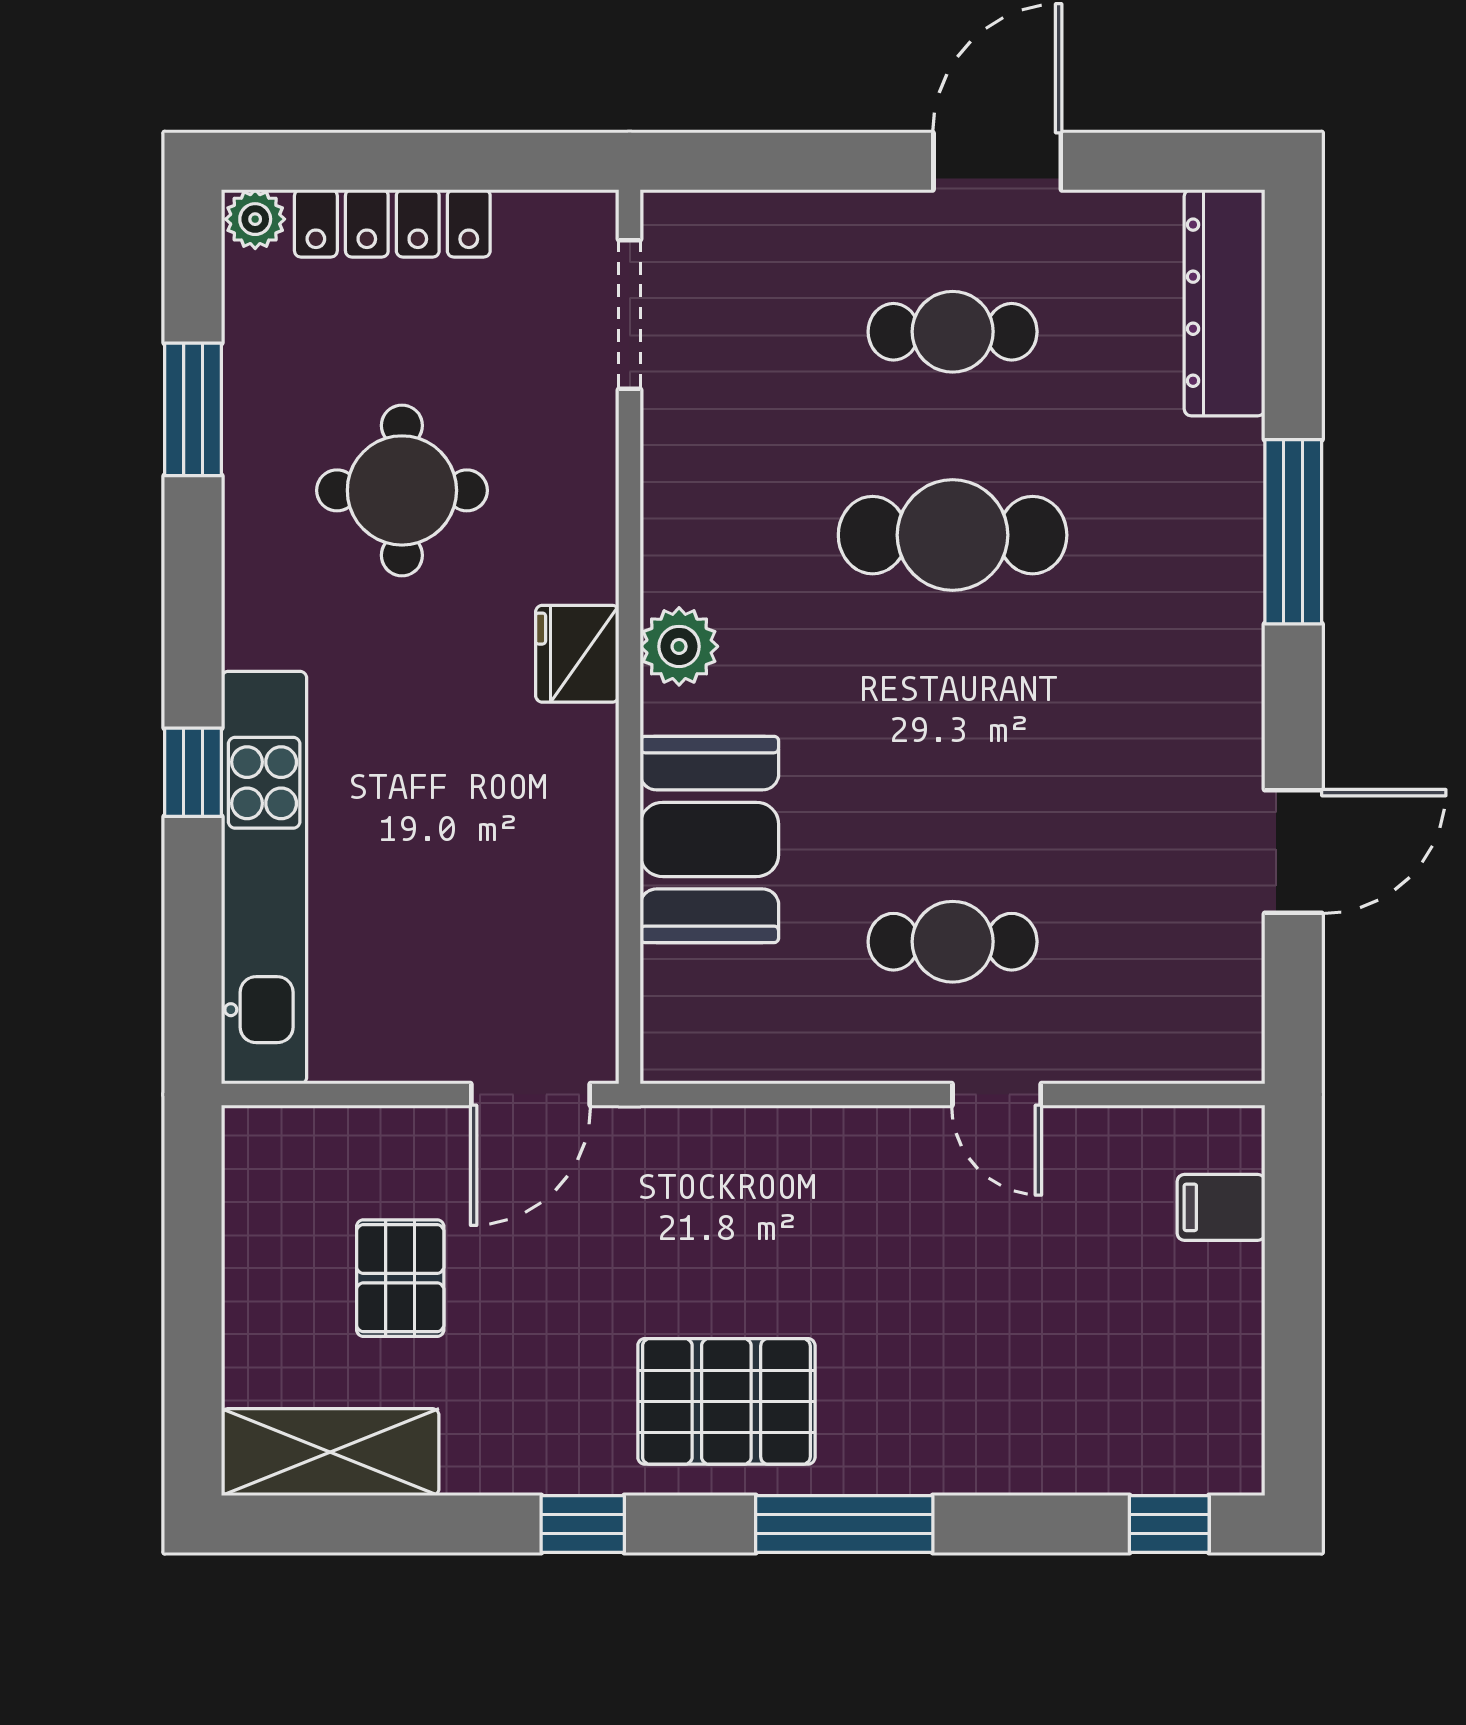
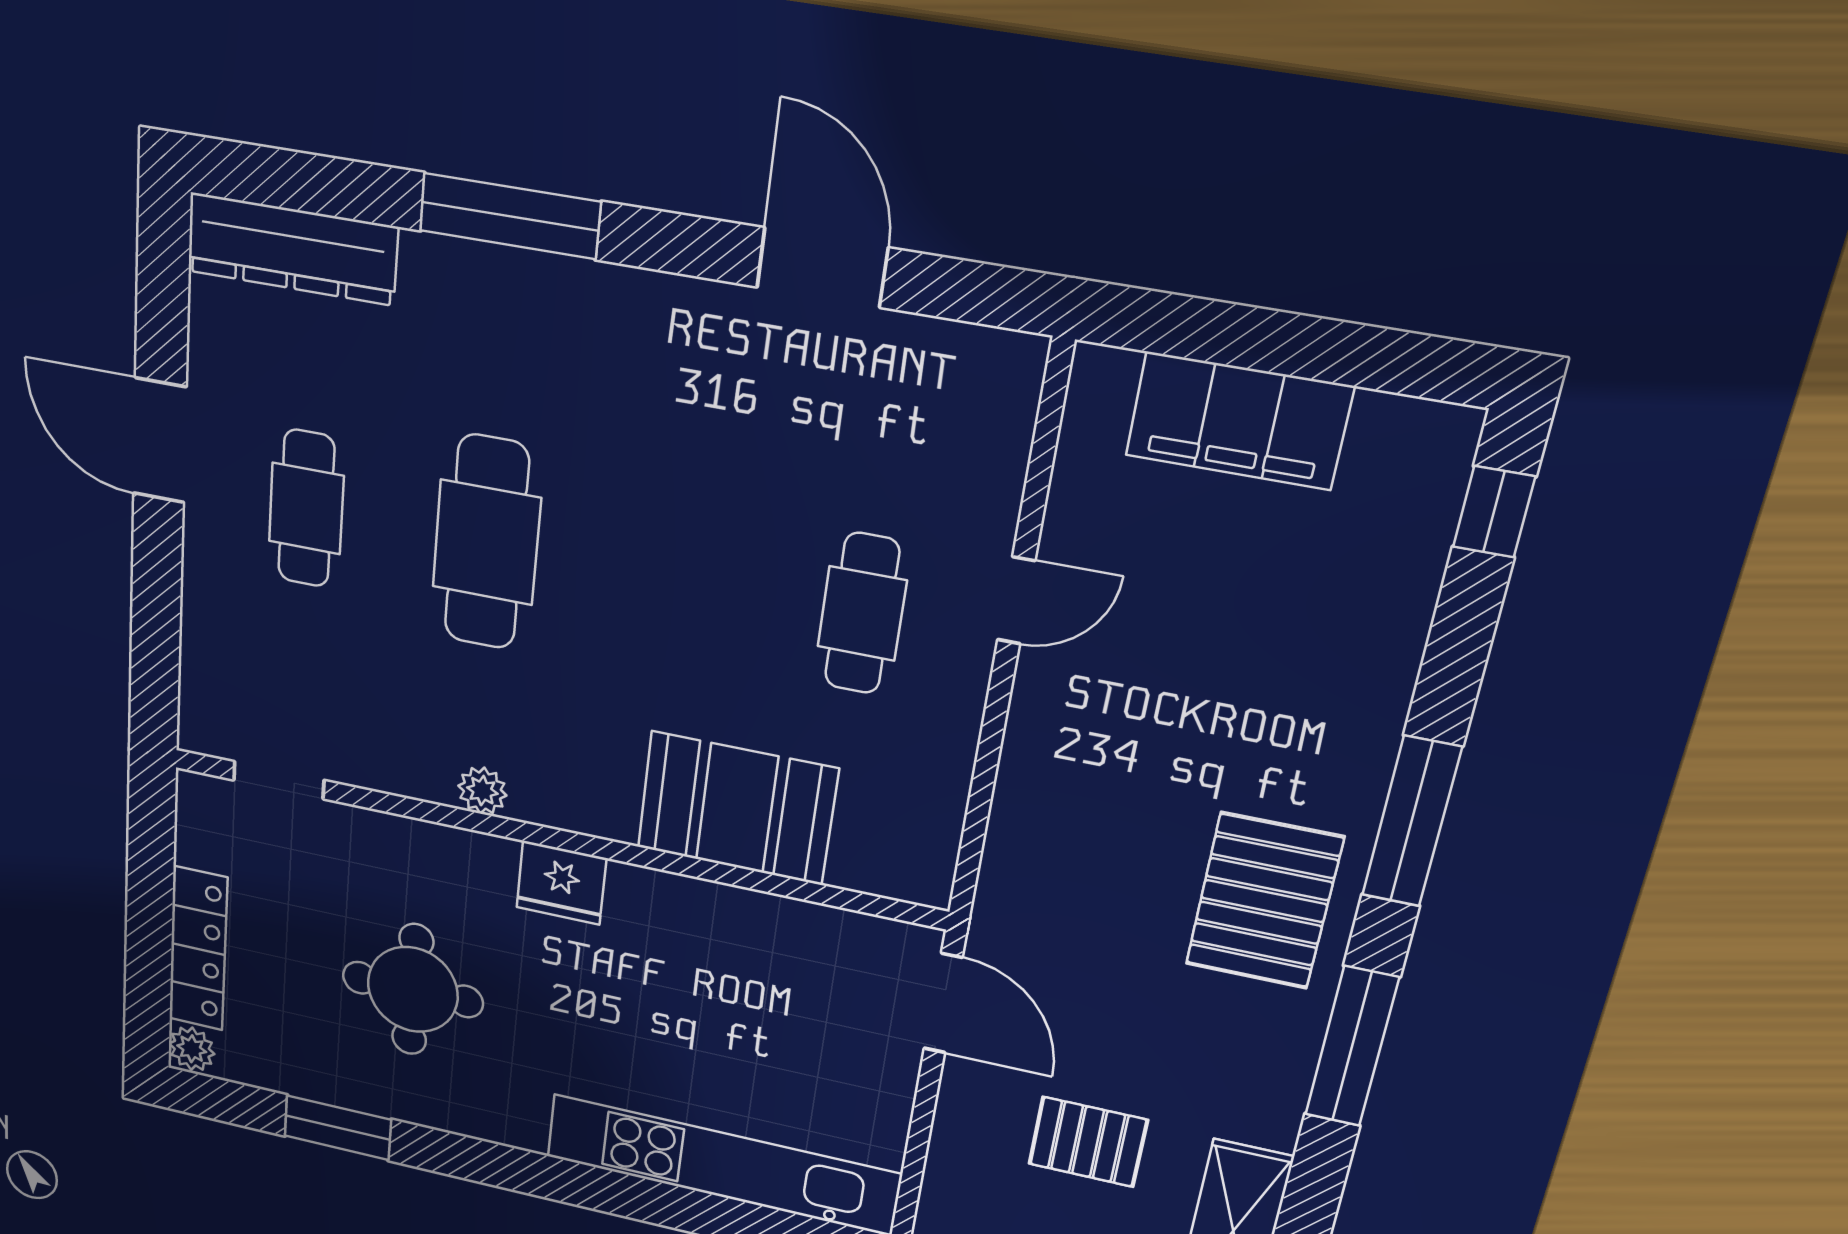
doorway: (630, 314) -> (279, 780), width x0.73
plant: (679, 646) -> (482, 791), moved, width x0.73, depth x0.73
window: (193, 772) -> (628, 1196), removed
filing cabinet: (1221, 1207) -> (1239, 421), width x3.00, depth x1.17
window: (583, 1524) -> (1352, 1047), width x2.17

